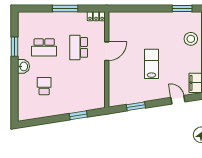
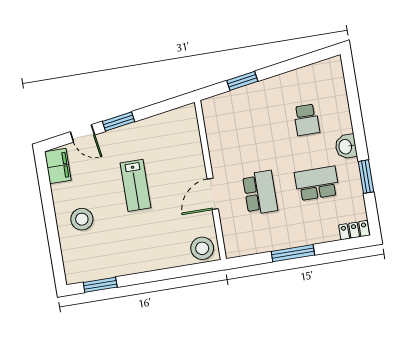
locker: (96, 16) -> (354, 230), moved
stool: (118, 20) -> (202, 248), added
stool: (191, 39) -> (82, 219), moved
window: (136, 106) -> (118, 122), moved

